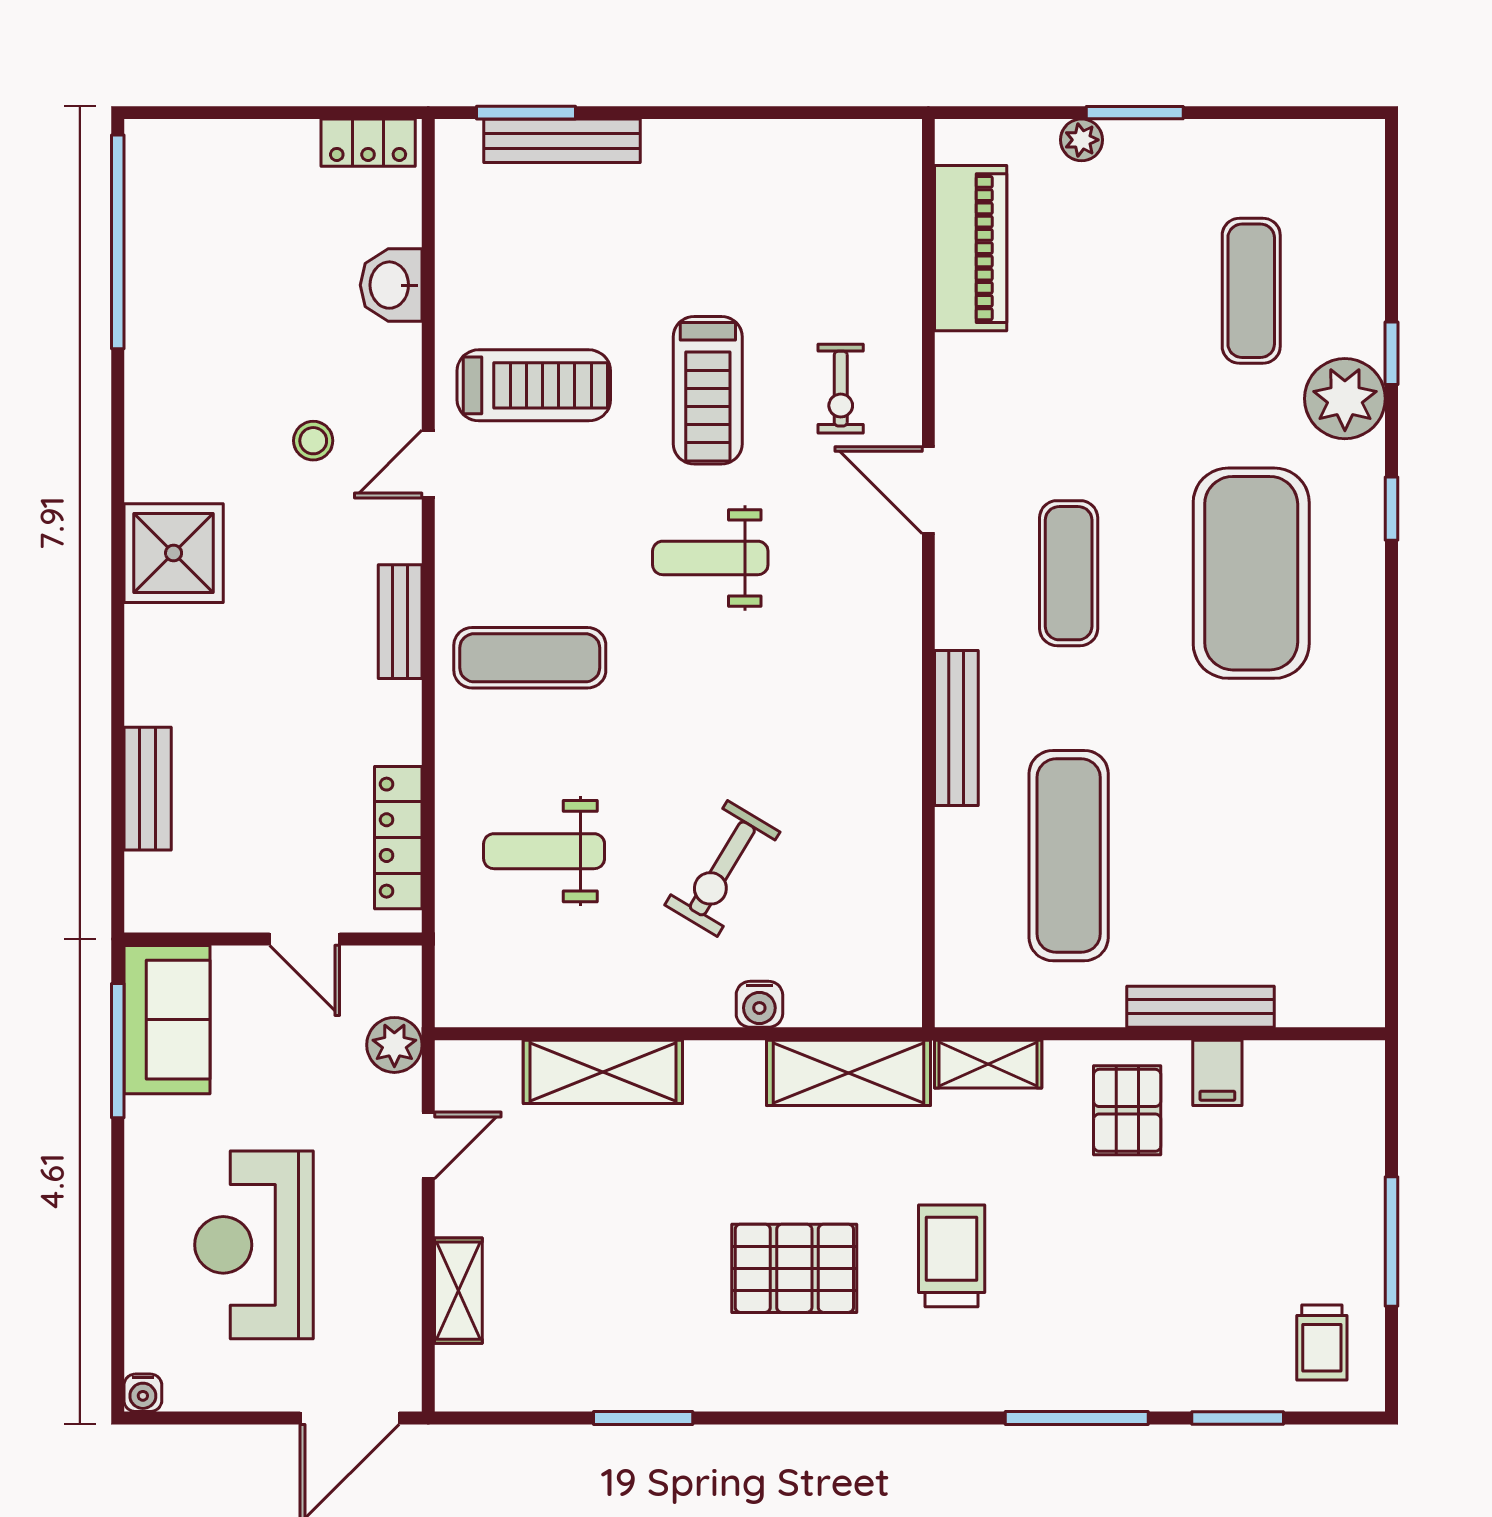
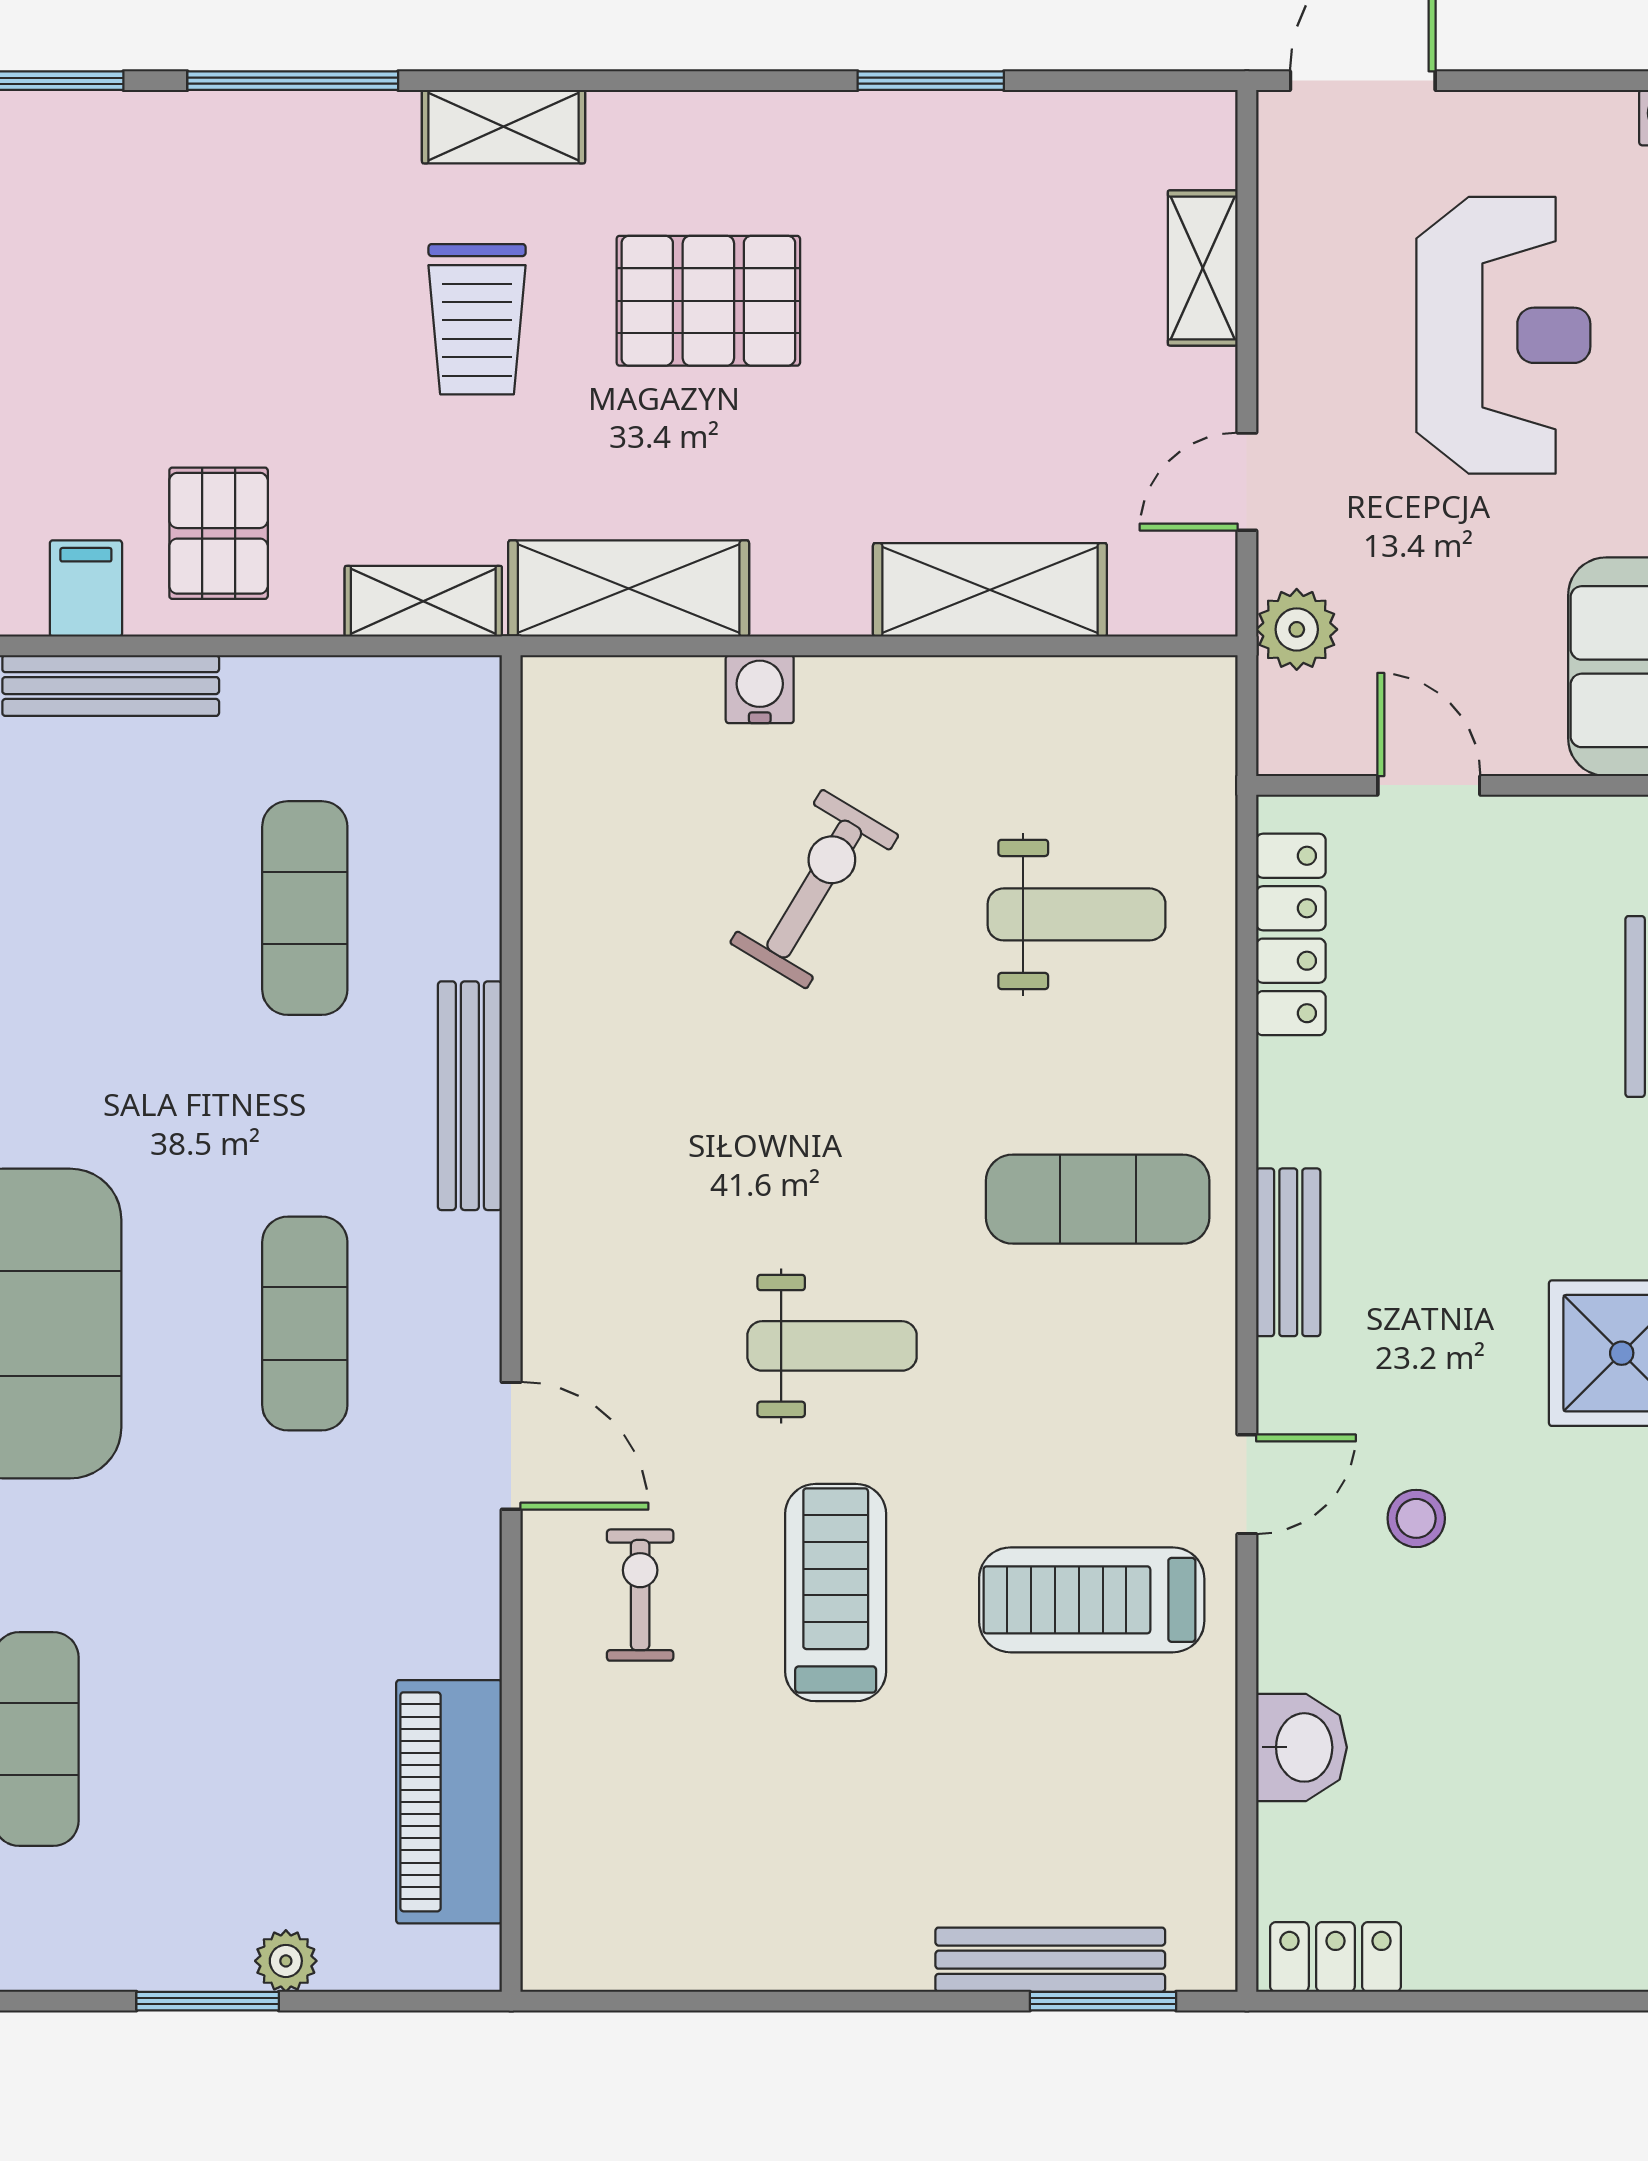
exercise mat: (1069, 856) -> (305, 908), width x0.73, depth x0.69
shelving: (934, 1387) -> (504, 127), added

